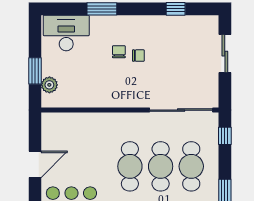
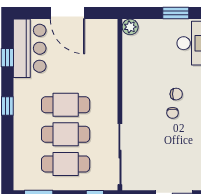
window: (35, 71) -> (176, 13), moved
plant: (49, 85) -> (130, 27), moved
door: (35, 164) -> (67, 13), width x1.36

